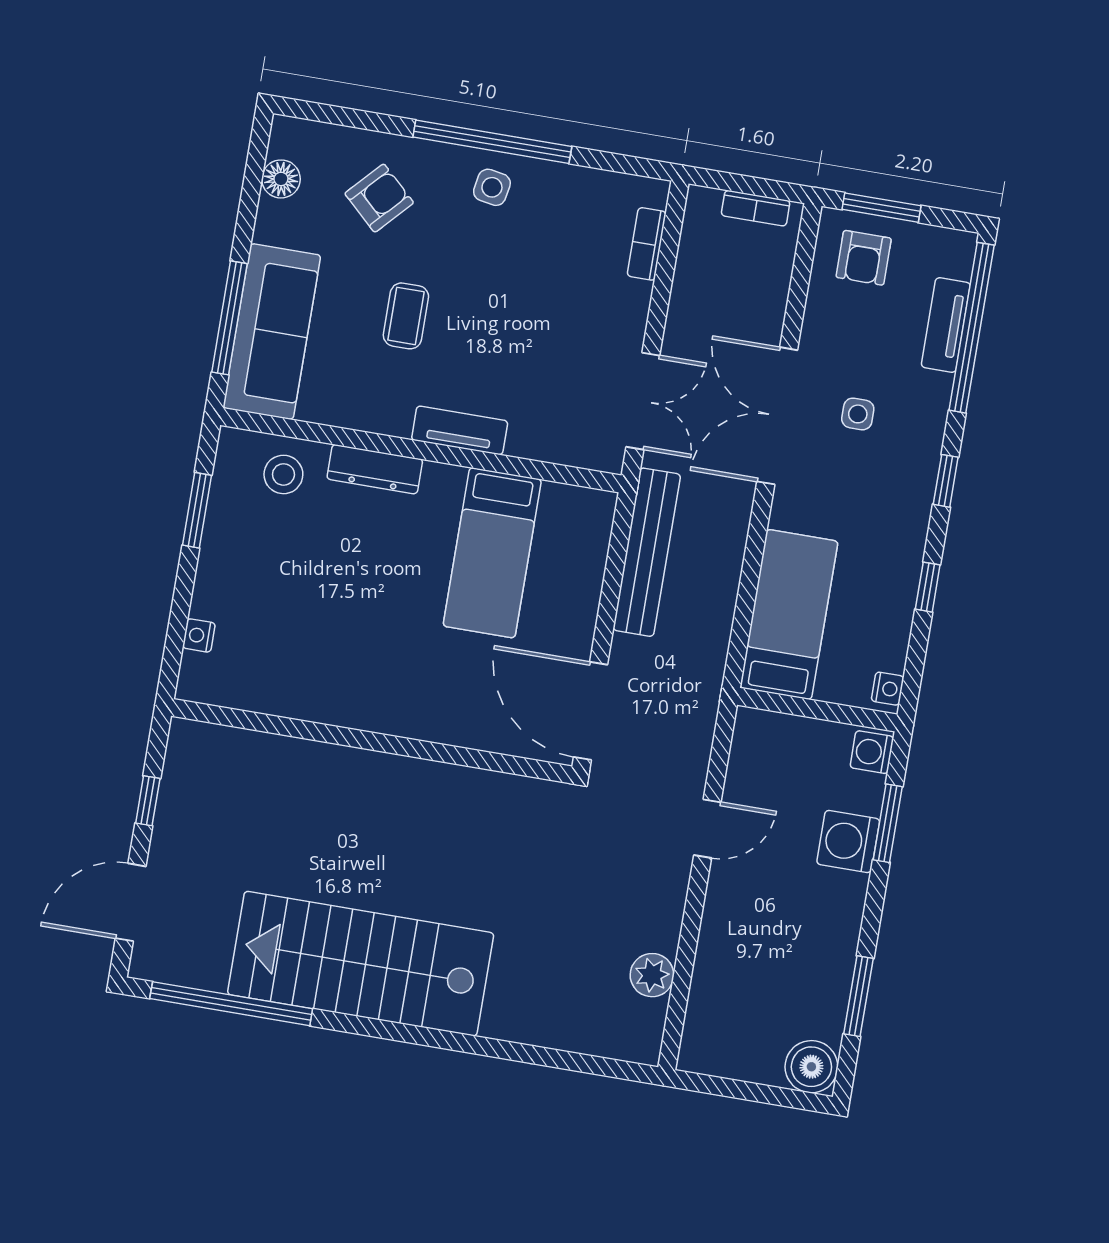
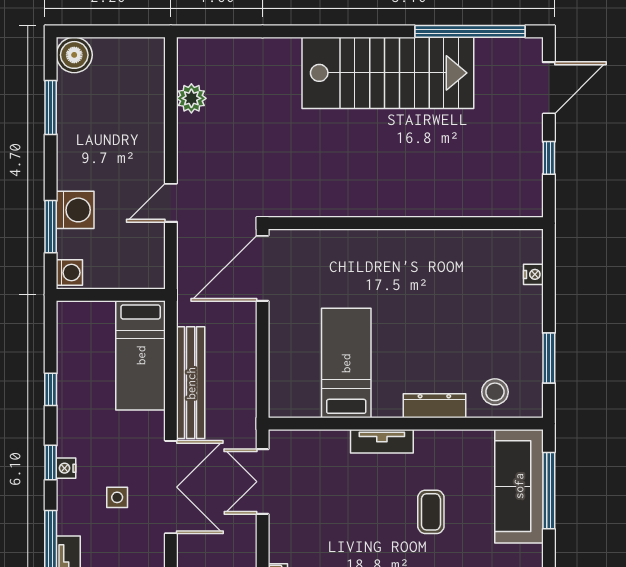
bench: (647, 552) -> (191, 383), moved
nightstand: (888, 689) -> (66, 468), moved
door: (590, 711) -> (263, 268), swing flipped

